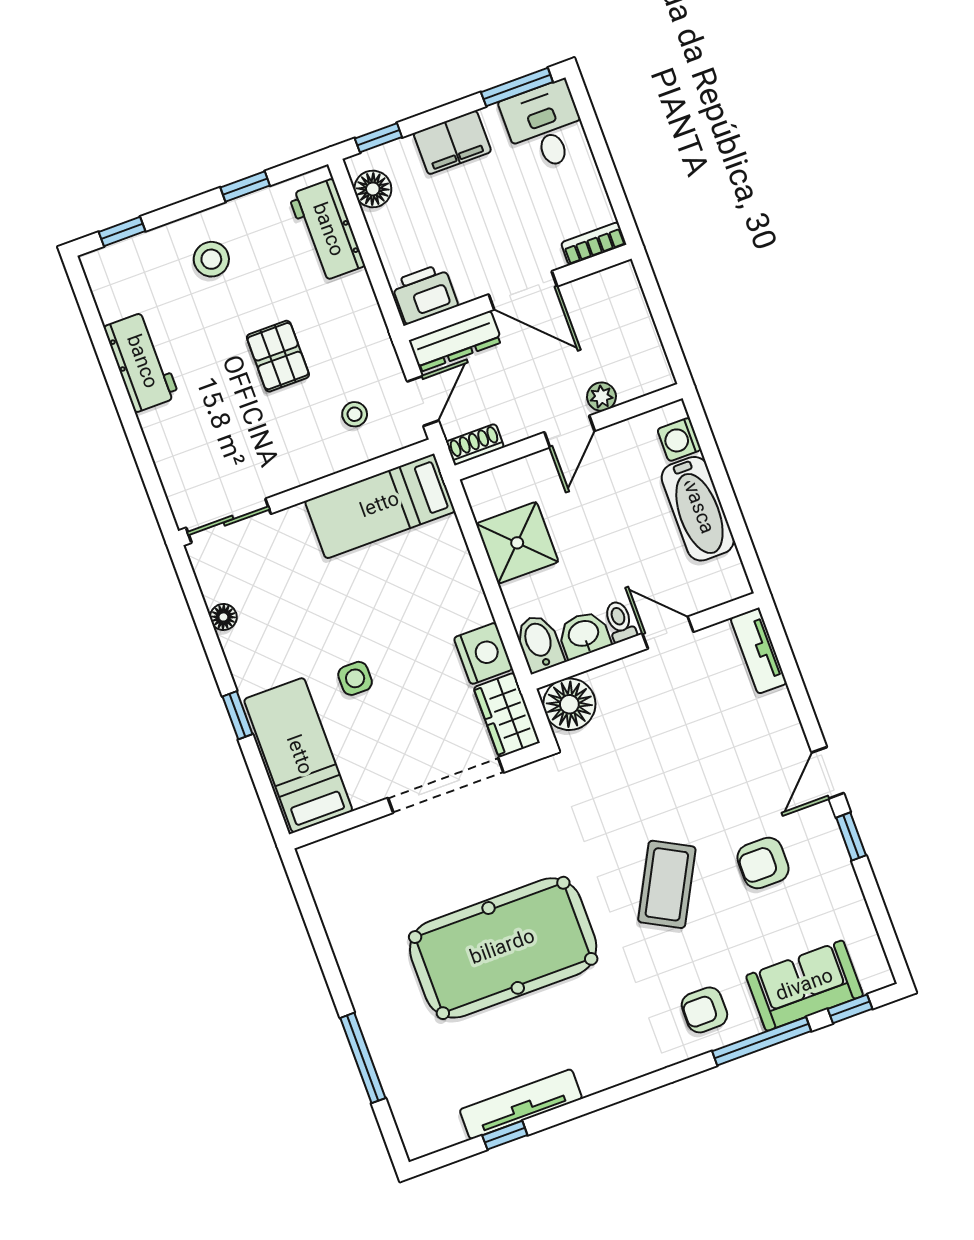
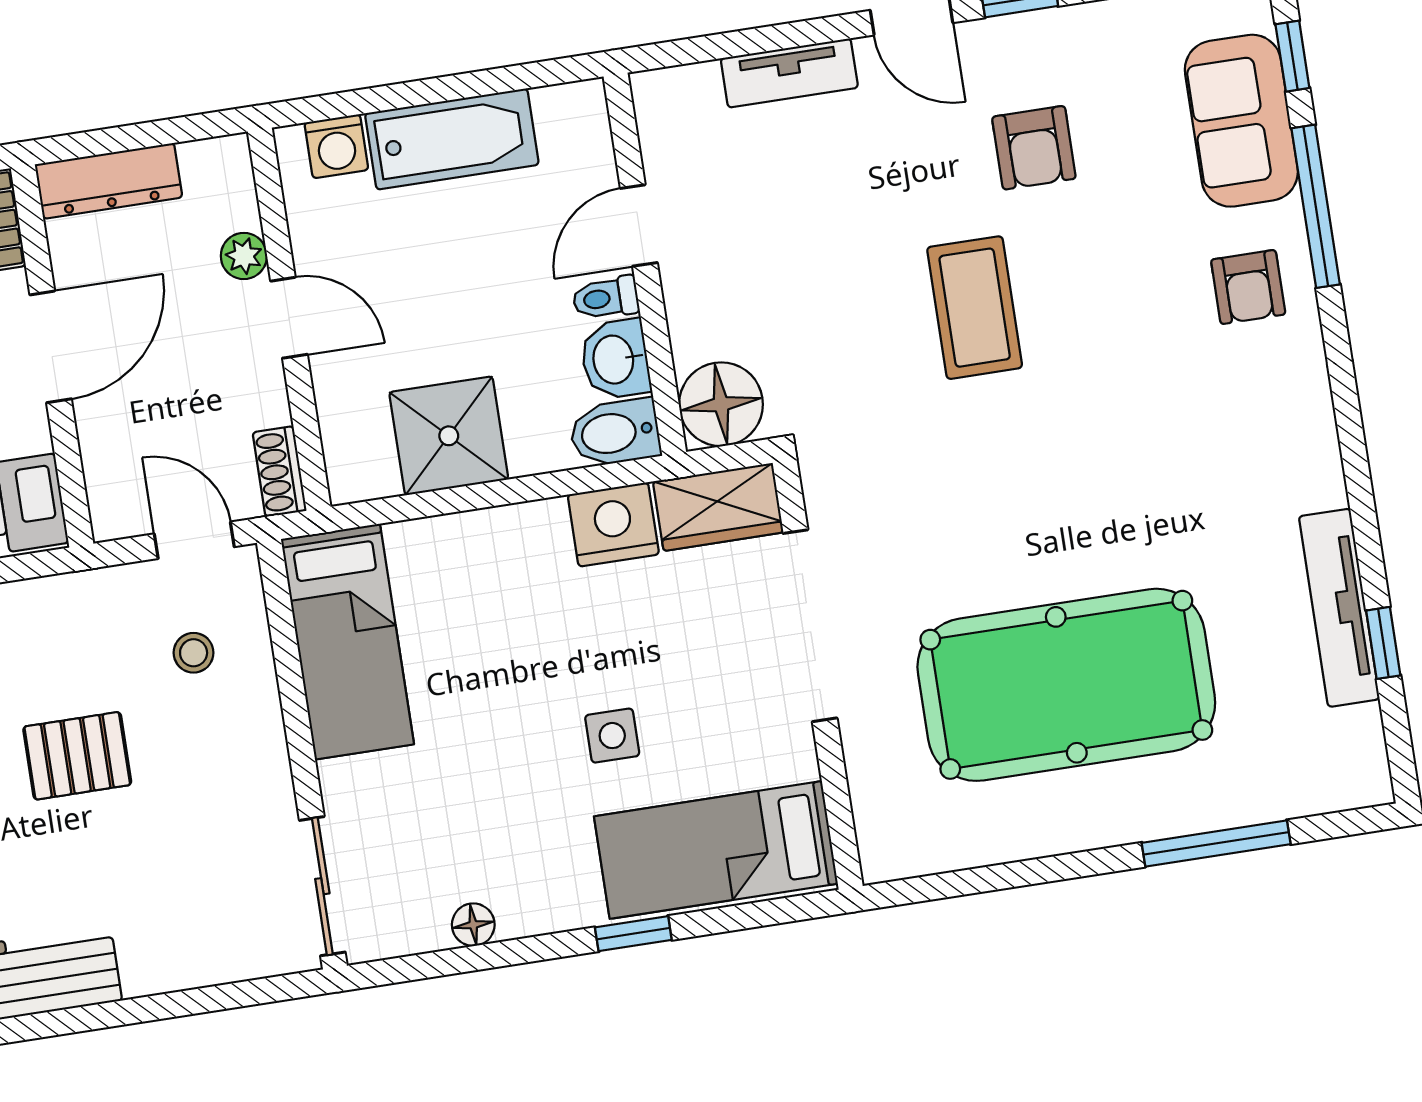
dresser: (455, 341) -> (109, 181), moved, turned 90
tv unit: (759, 651) -> (789, 73), moved
coffee table: (667, 884) -> (975, 308), moved, turned 62
pool table: (503, 948) -> (1066, 685), moved, turned 90

